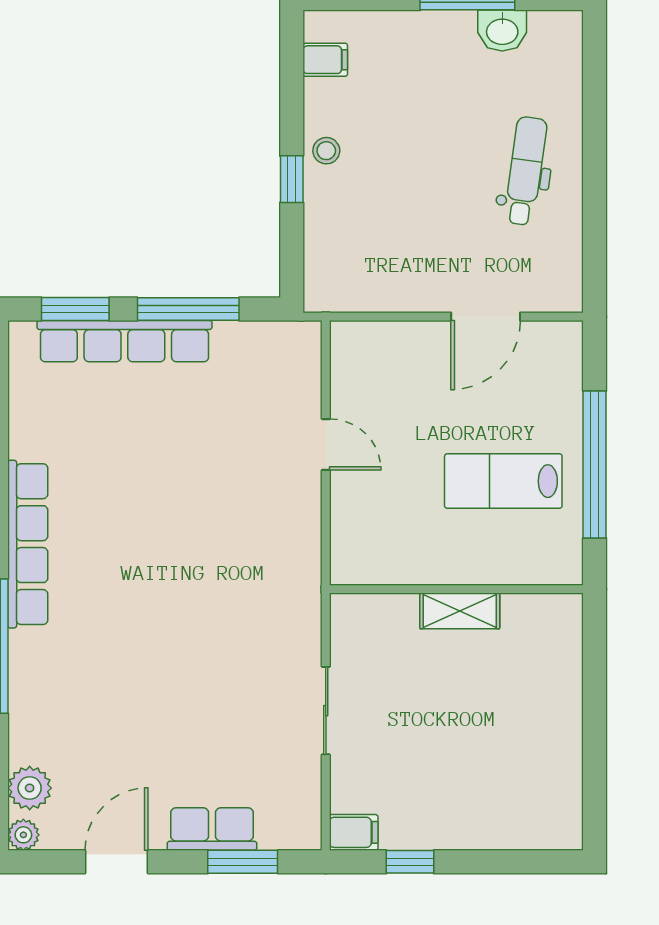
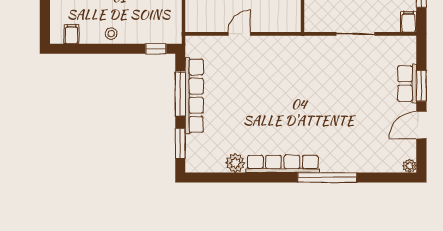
window: (292, 179) -> (156, 49), moved
row of seats: (124, 341) -> (194, 96), moved
plant: (30, 788) -> (235, 163), moved
door: (117, 862) -> (421, 125), hinge flipped
window: (243, 862) -> (421, 86), moved

